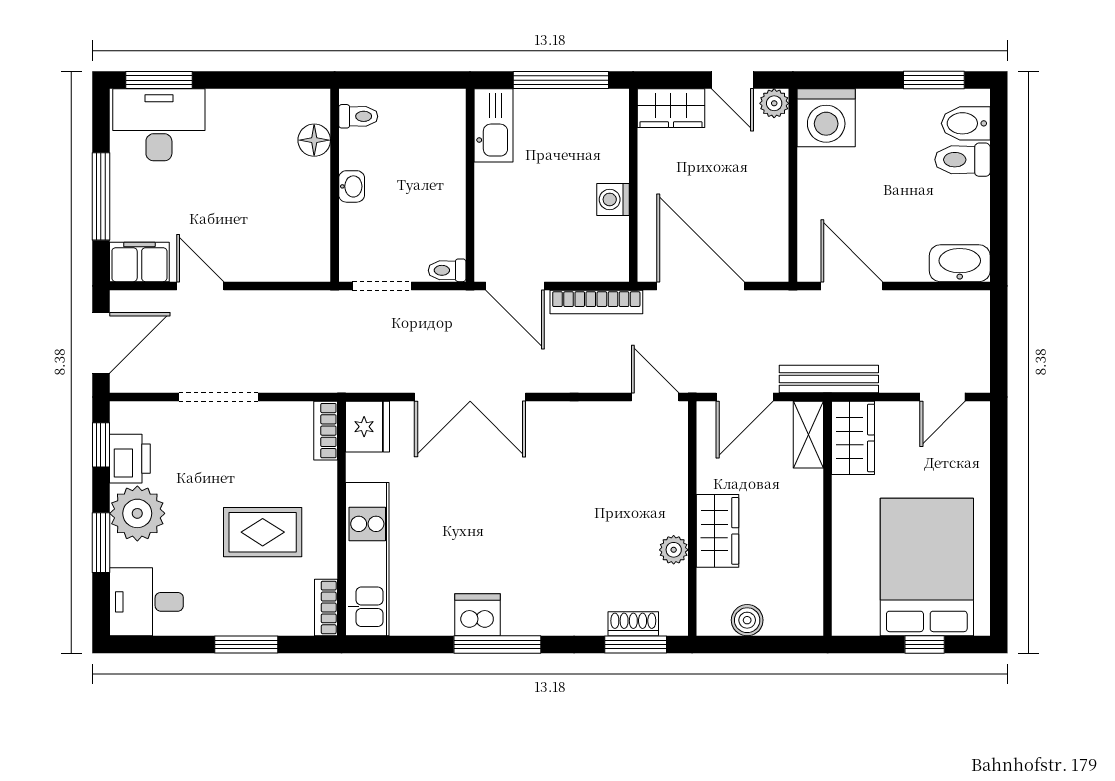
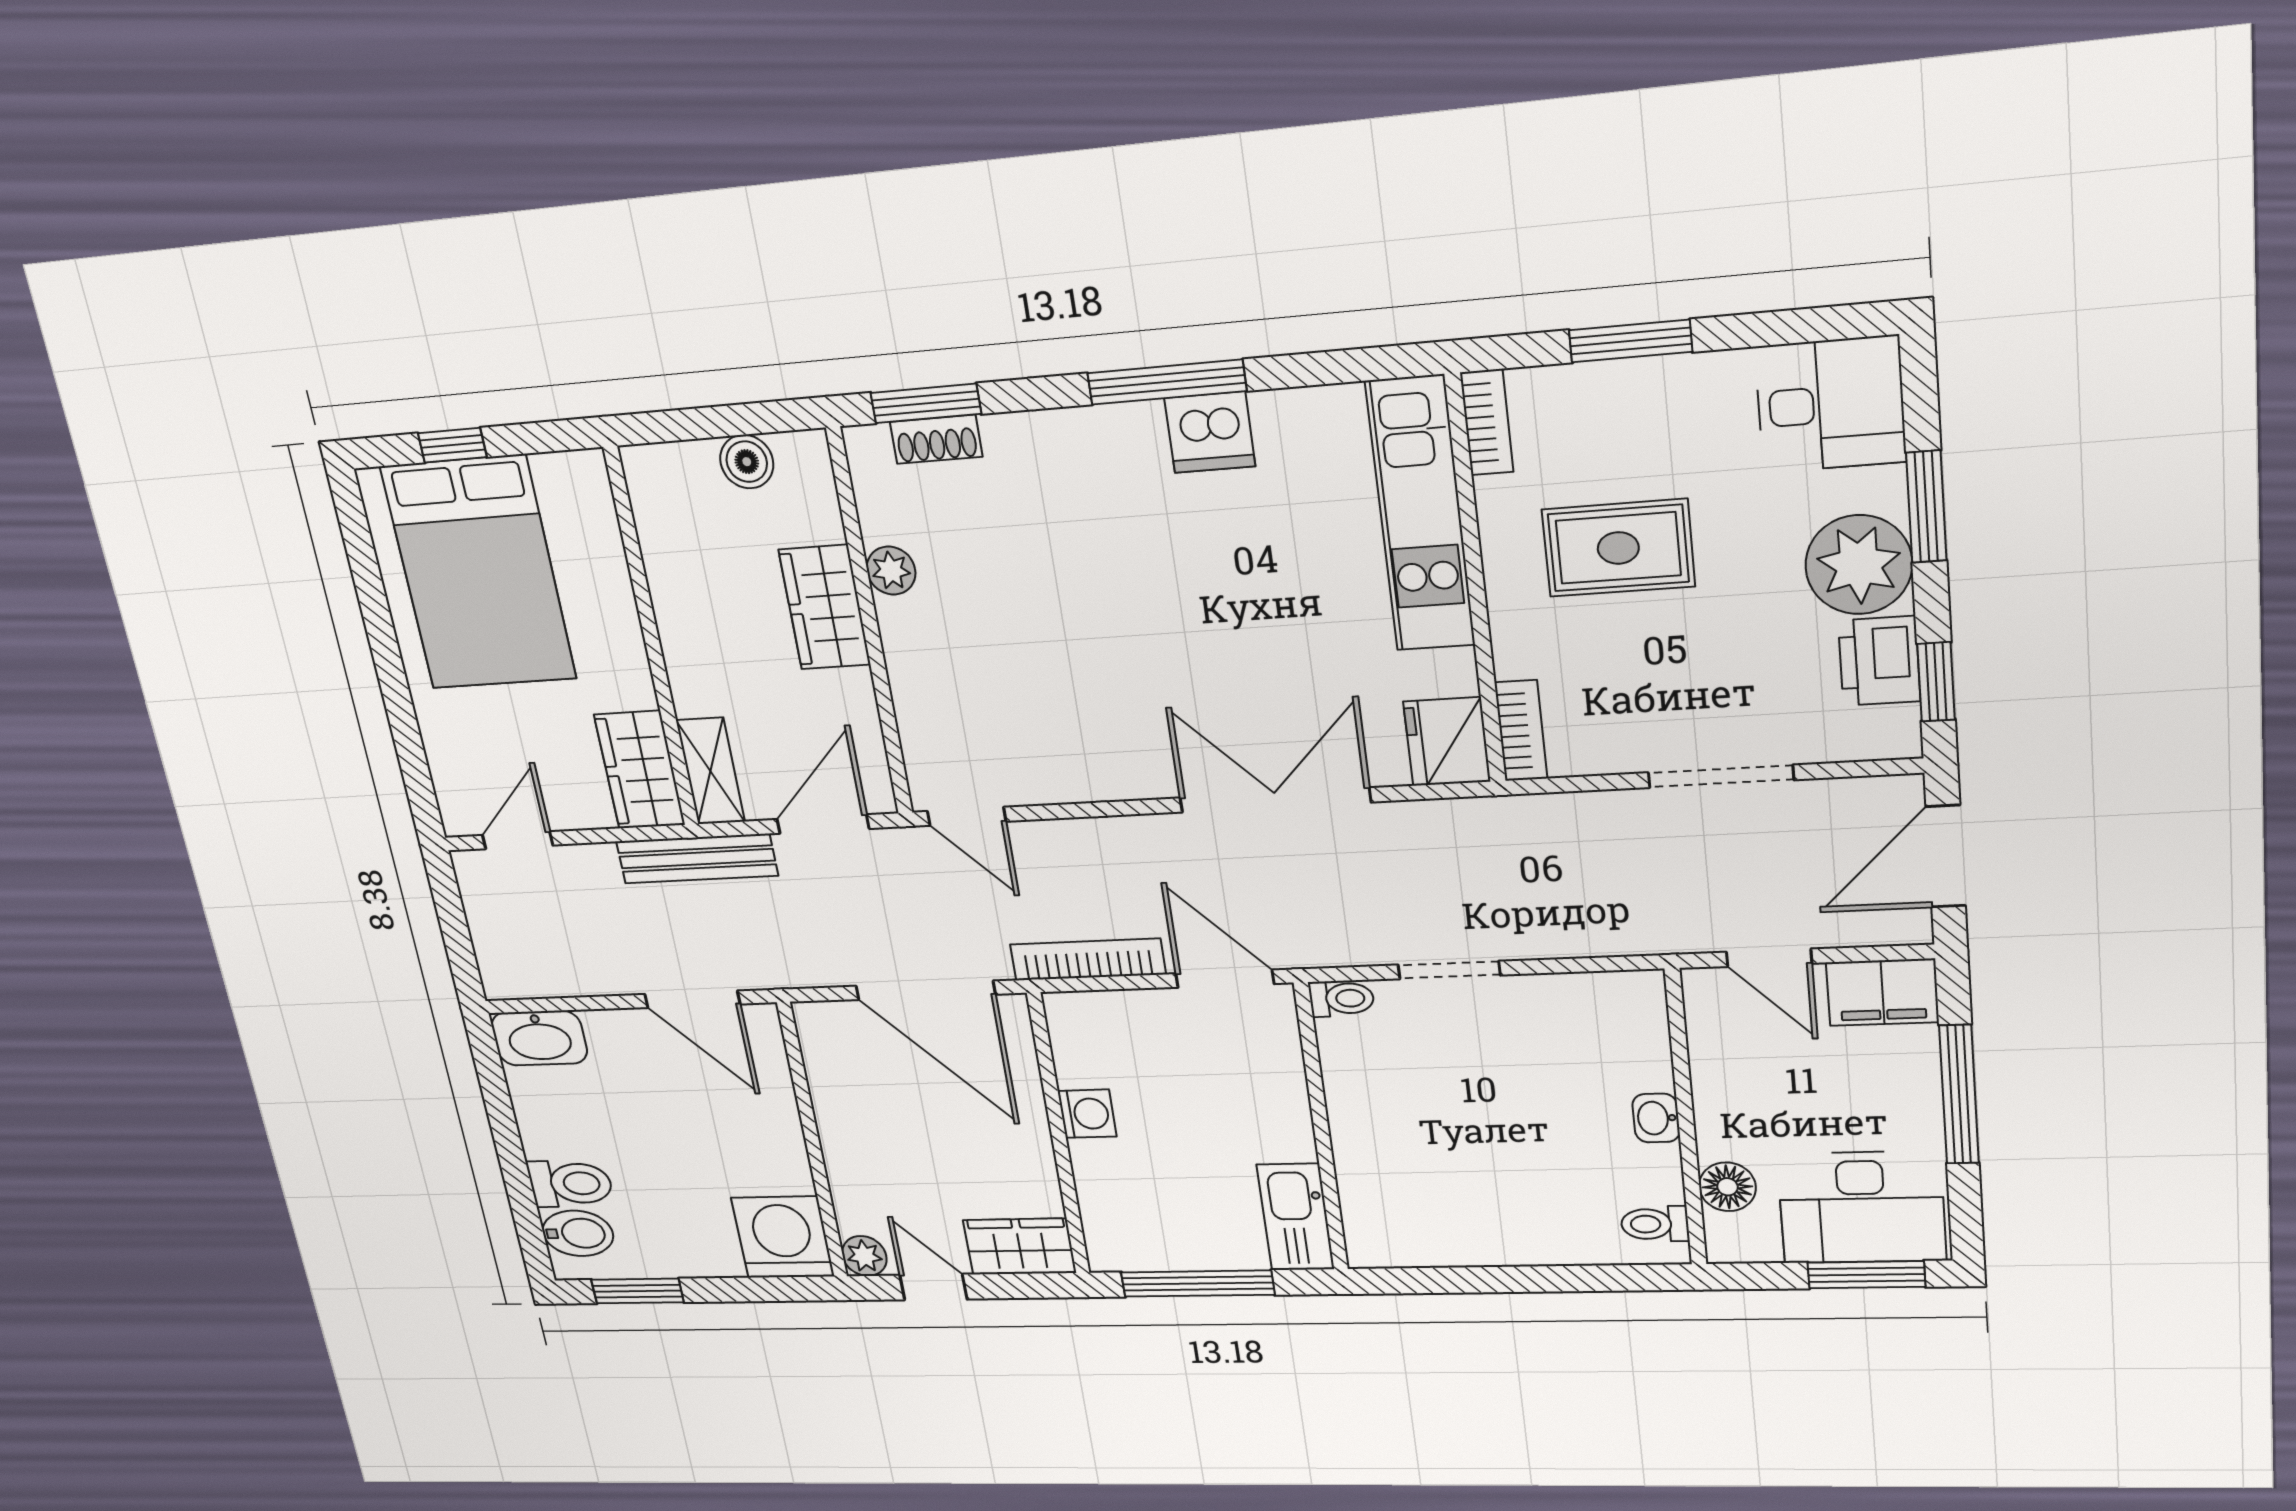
toilet: (358, 116) -> (1655, 1224), moved
floor lamp: (314, 140) -> (1727, 1187), moved
wall: (335, 185) -> (1686, 1119), moved
washbasin: (352, 186) -> (1656, 1118), moved

